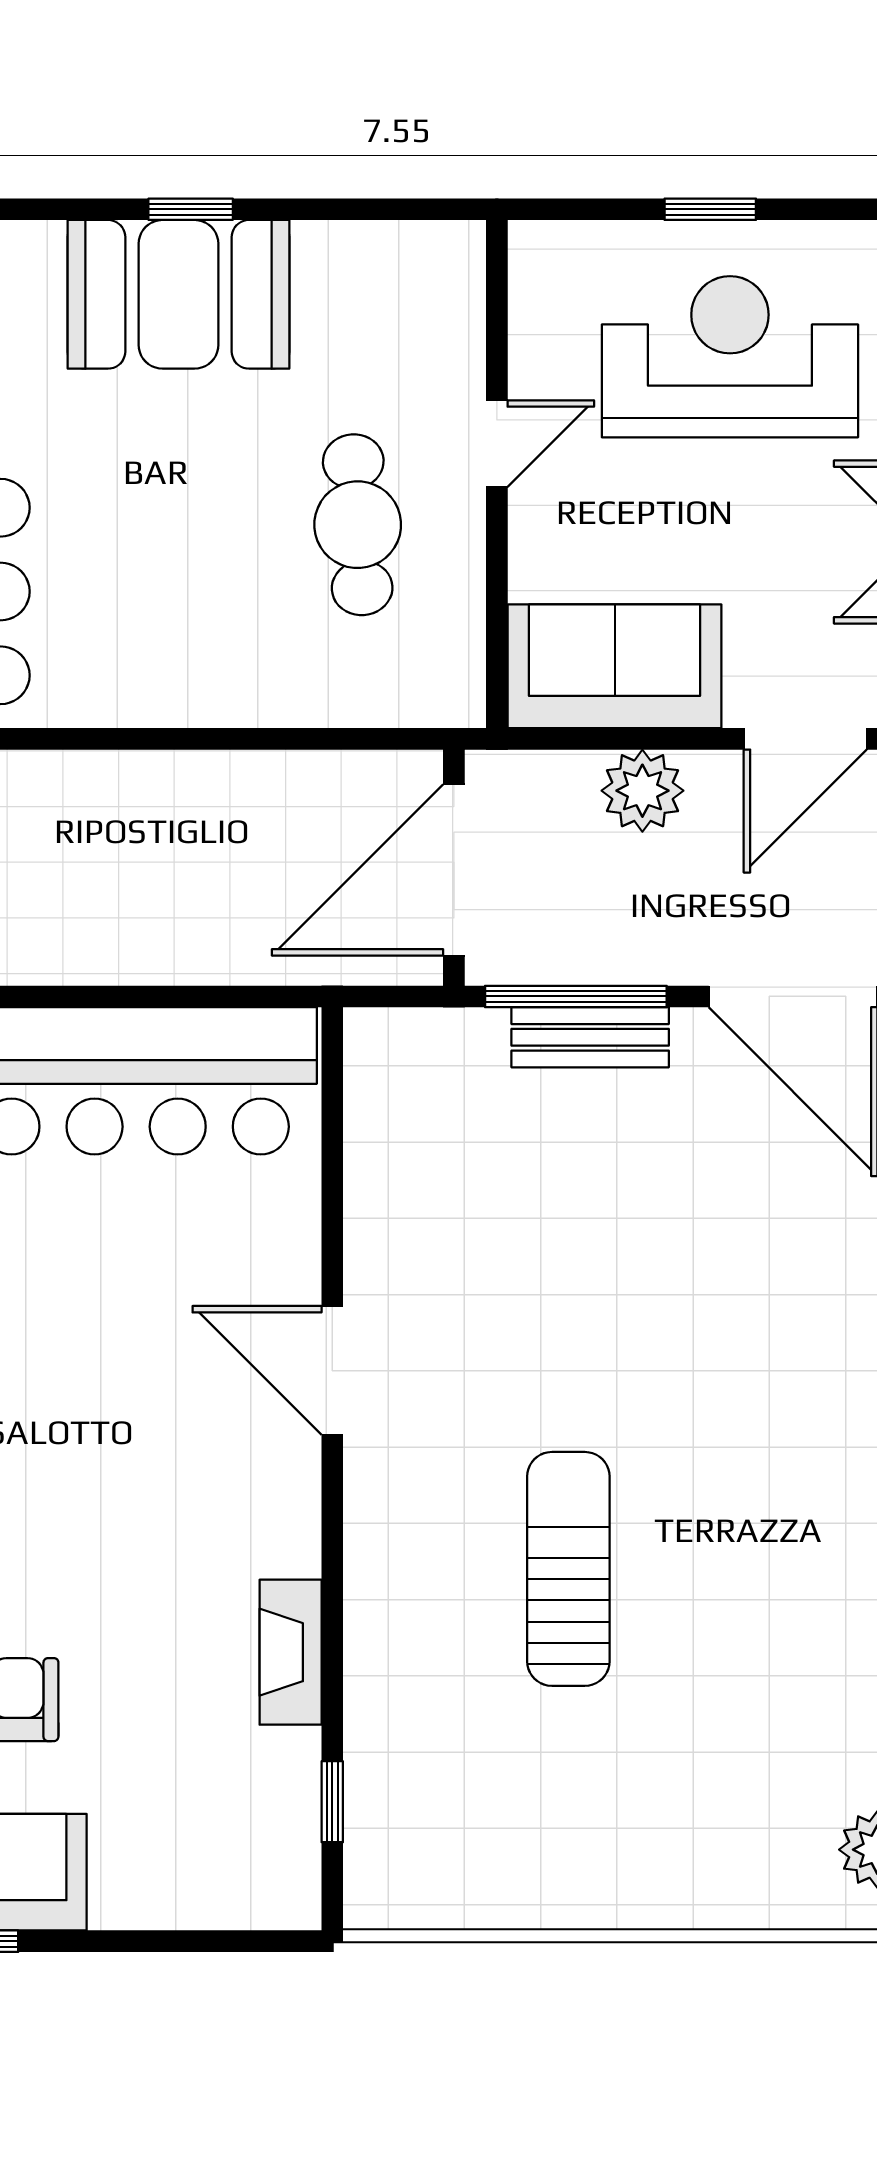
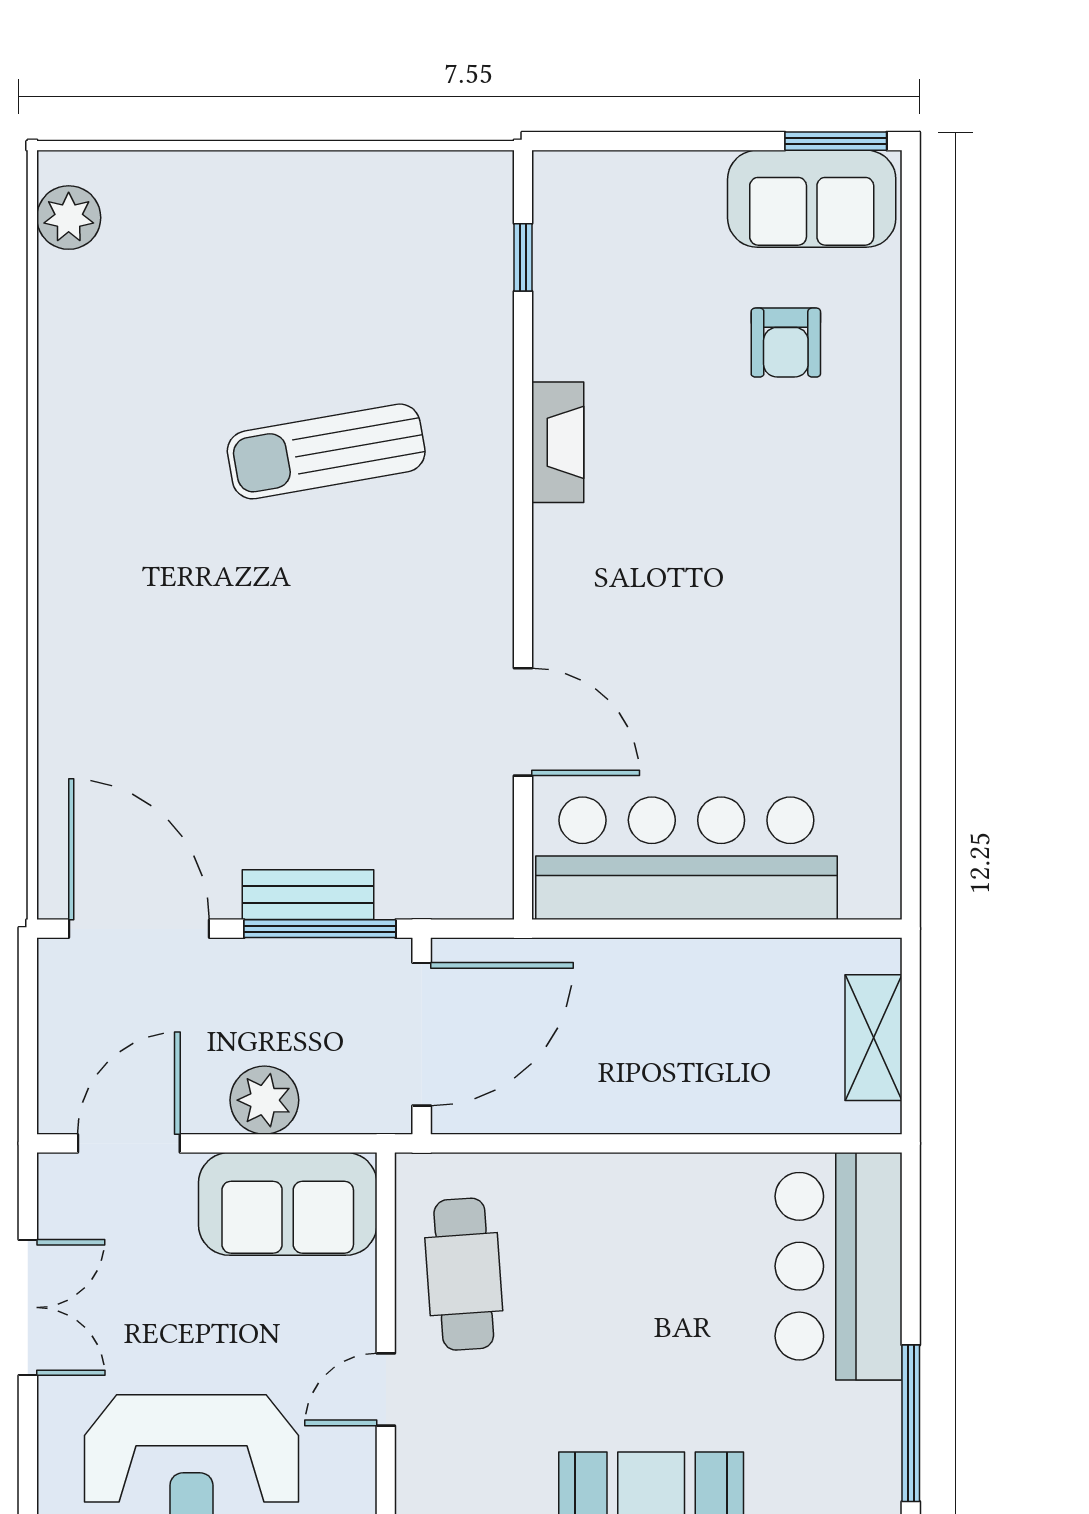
cafe table: (358, 525) -> (464, 1274), moved
door: (332, 1370) -> (523, 722), moved
sun lounger: (568, 1569) -> (326, 451), turned 80
fireplace: (291, 1652) -> (558, 442), moved

